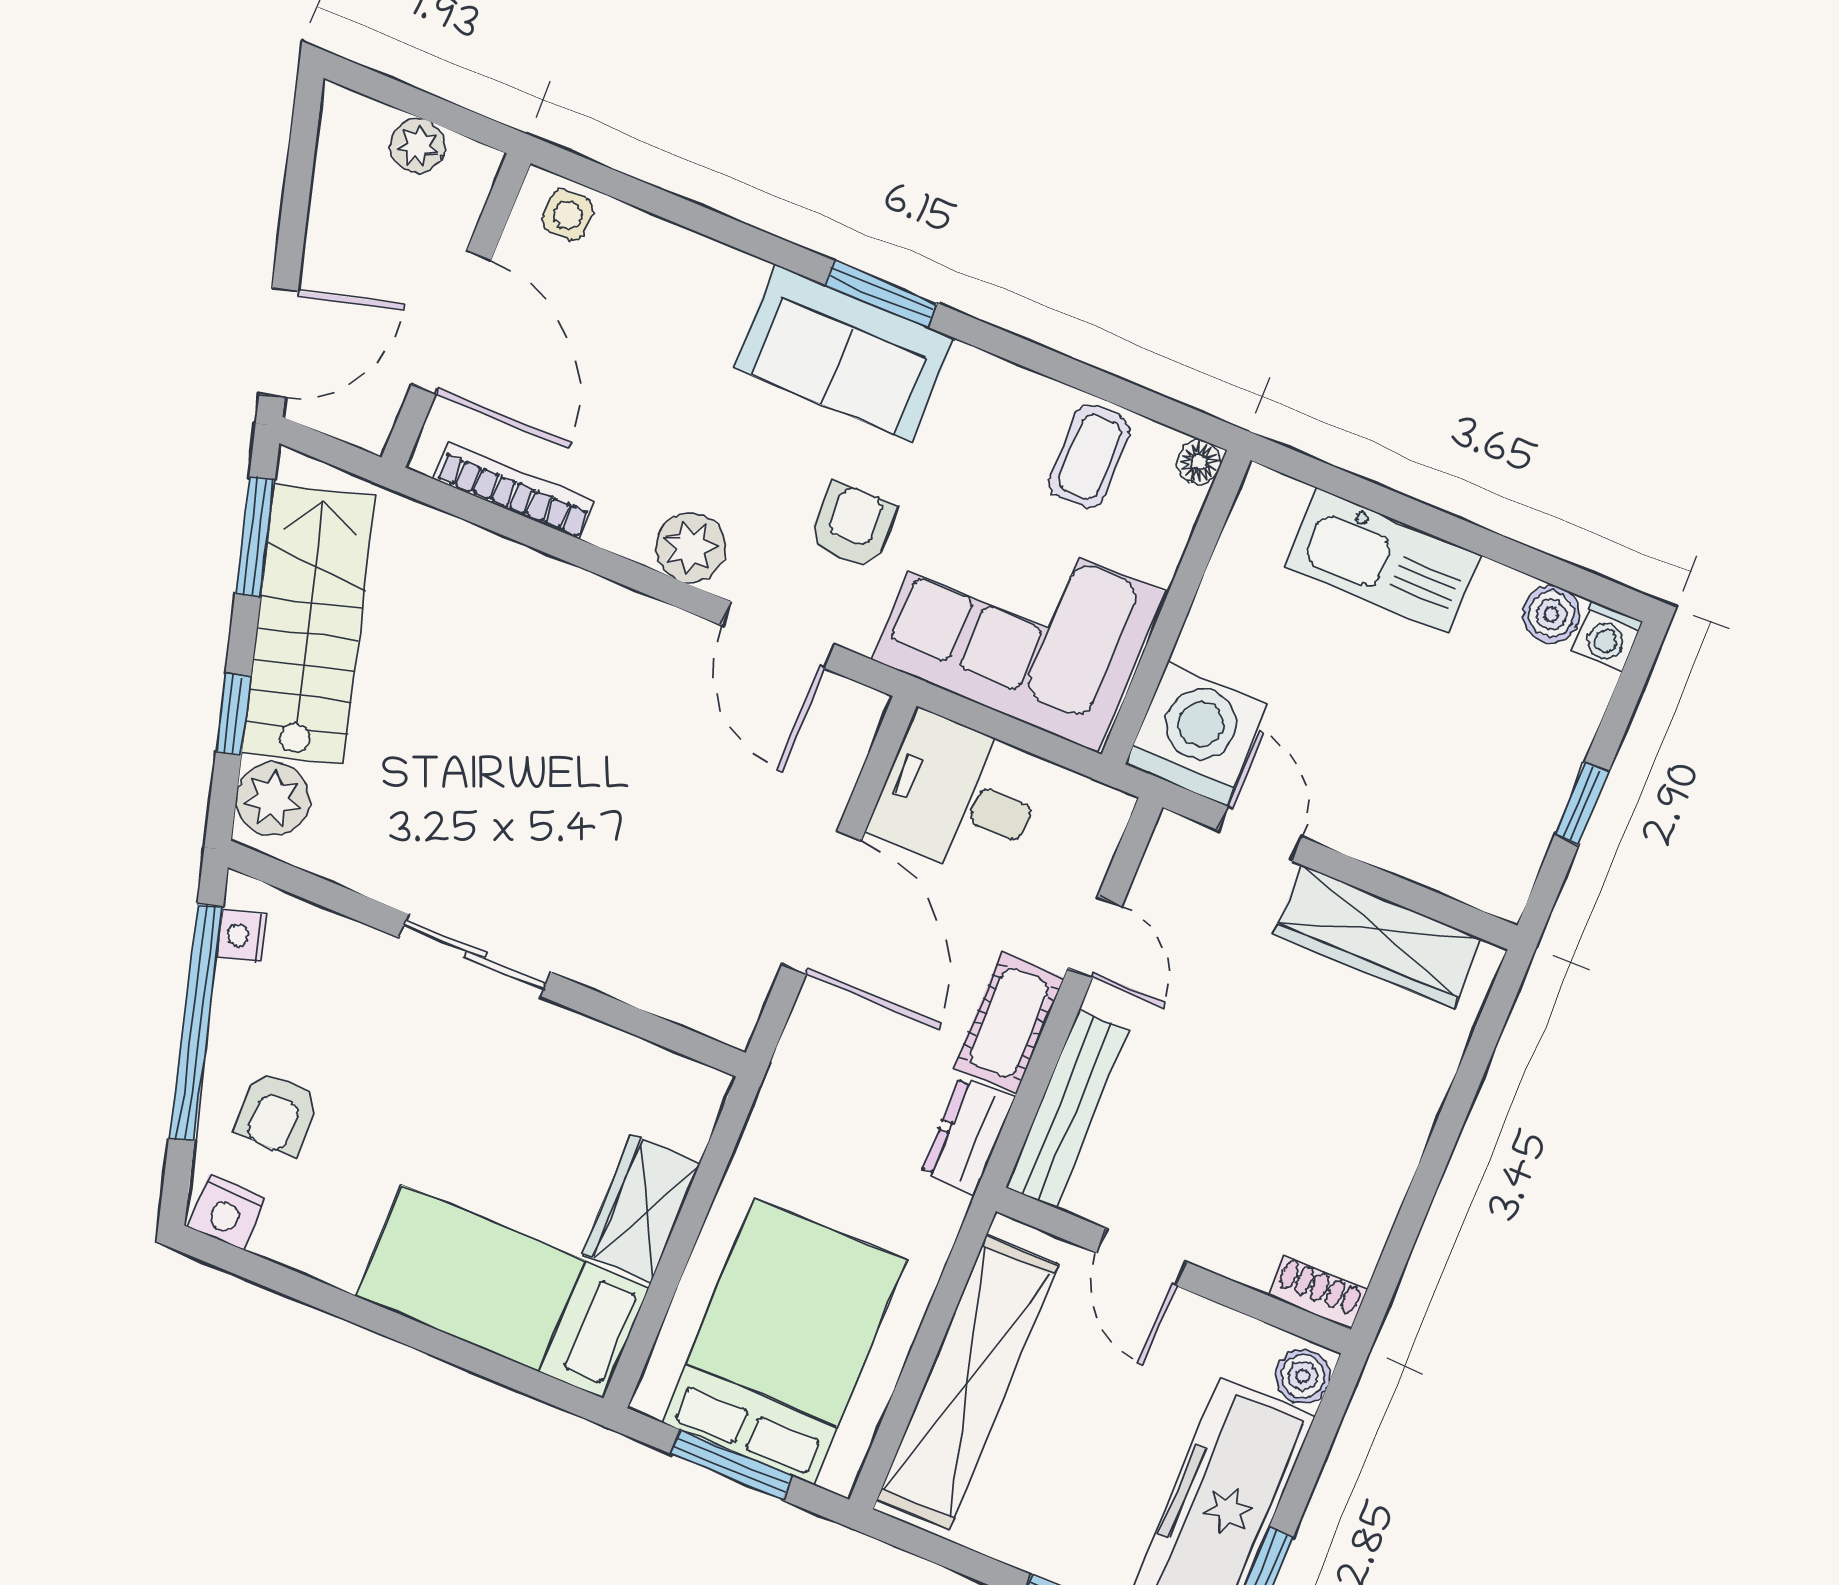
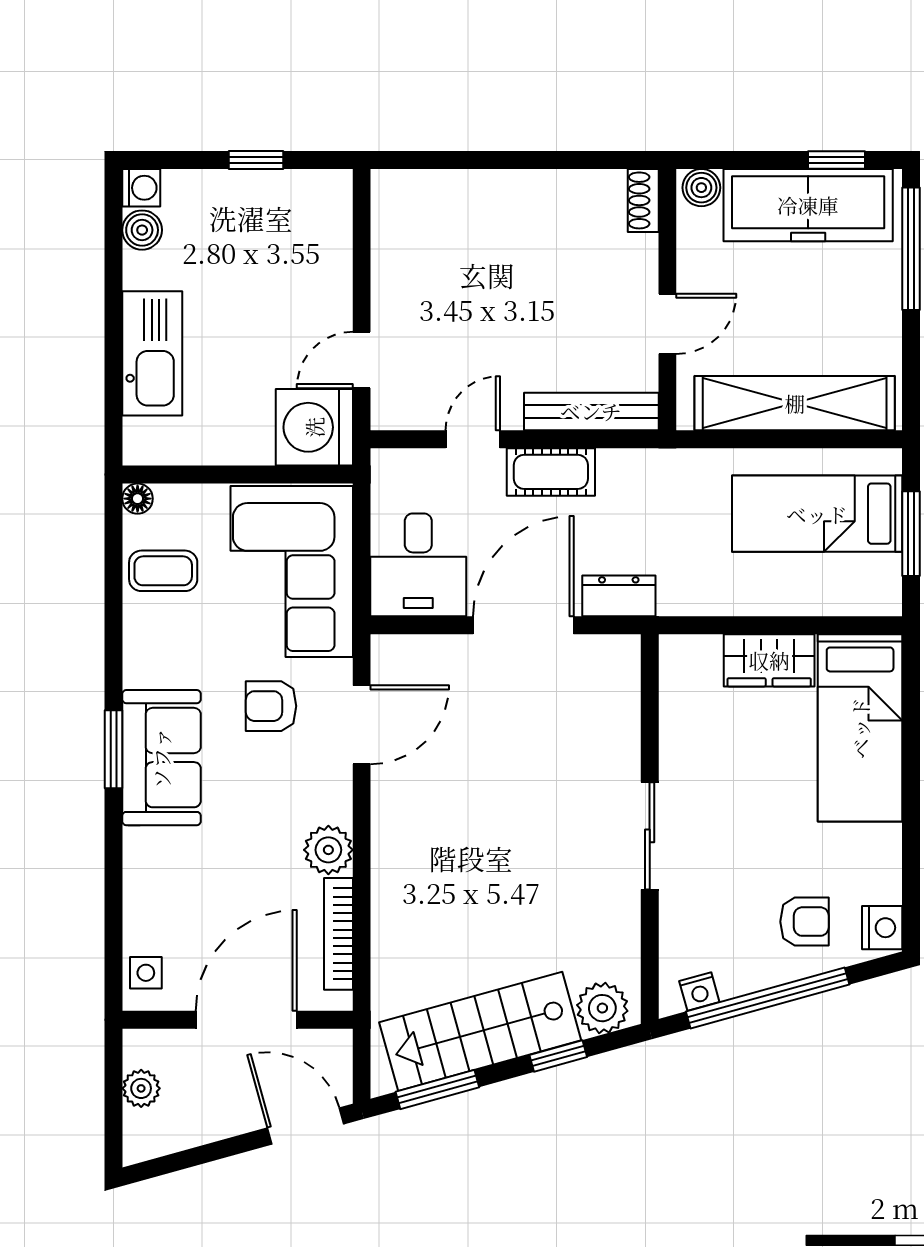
plant: (691, 547) -> (328, 850), moved
wardrobe: (1378, 936) -> (397, 256), removed
dresser: (968, 1135) -> (619, 596), moved, turned 180
bed: (784, 1341) -> (817, 514), width x0.67

